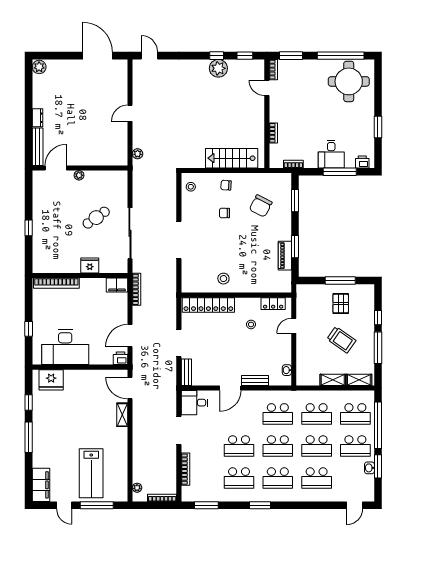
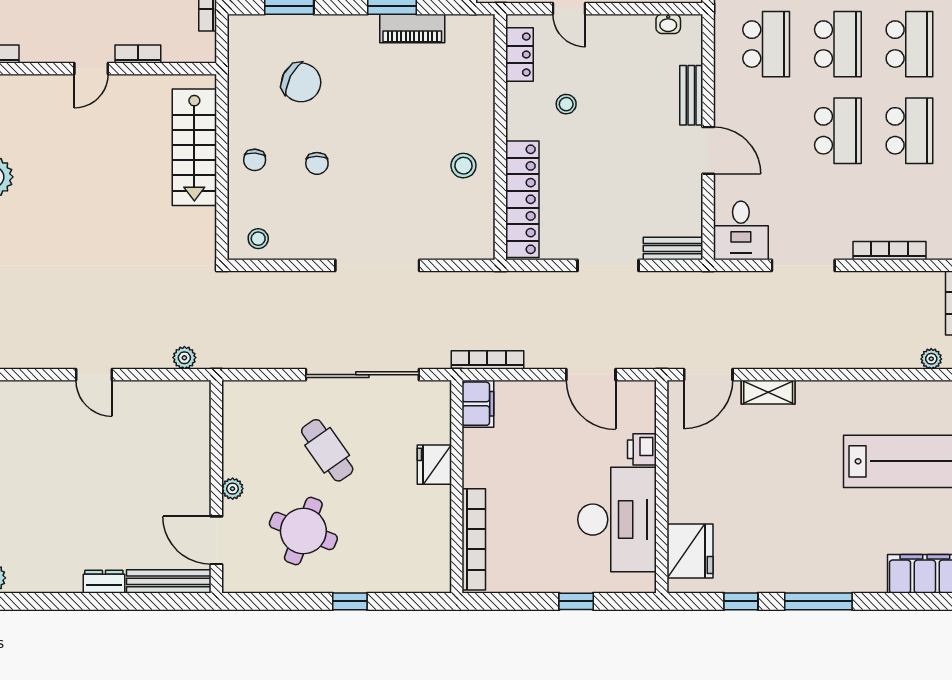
door: (267, 88) -> (91, 69), moved
round table: (60, 207) -> (303, 531), added
printer: (120, 358) -> (642, 449), moved

